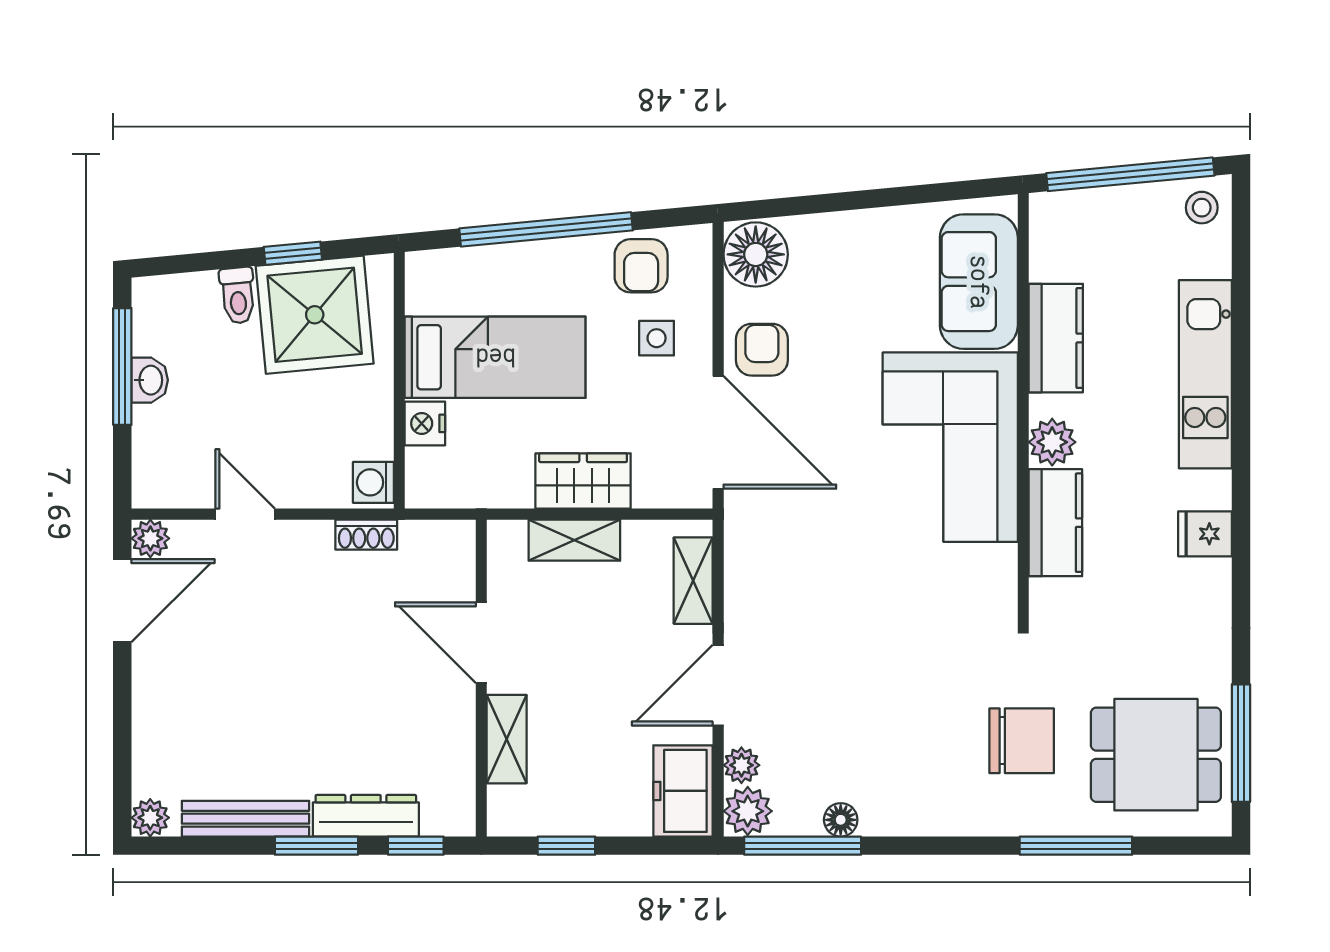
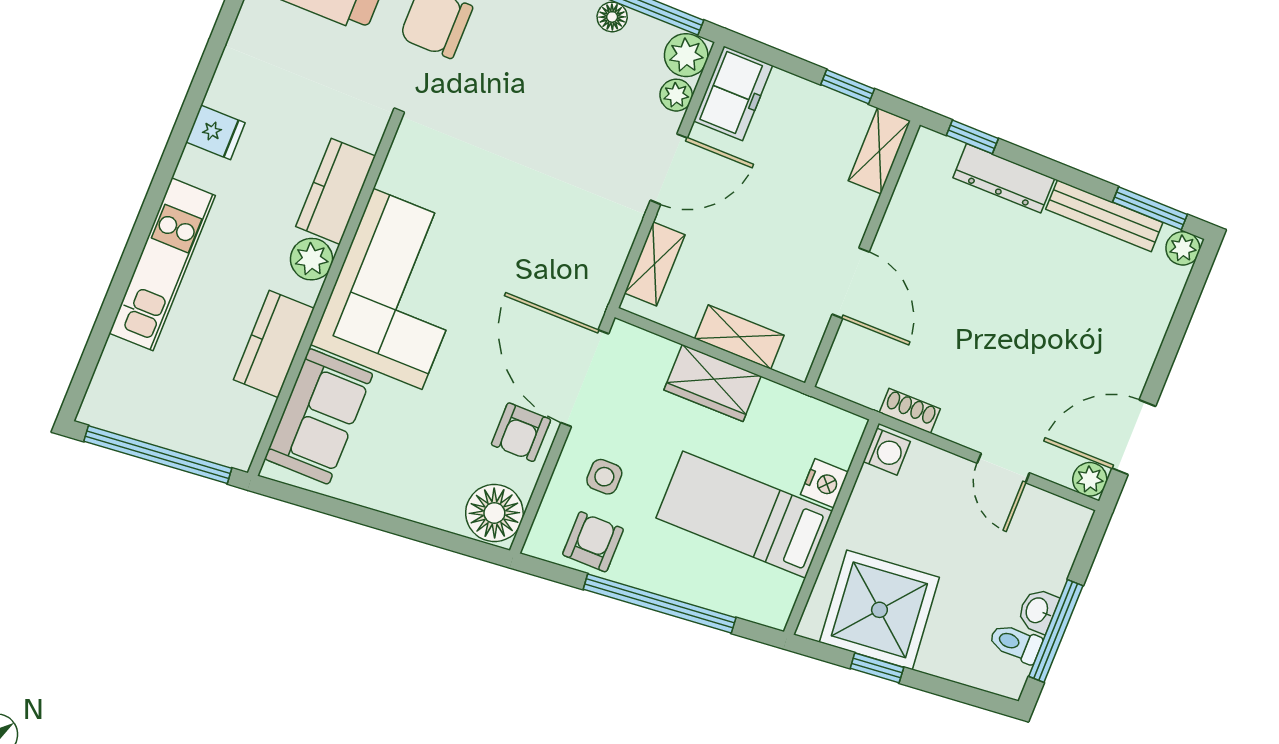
stool: (1202, 208) -> (110, 403), removed
toilet: (238, 295) -> (1016, 643), moved, turned -85
shelving: (507, 739) -> (879, 151), moved
window: (316, 846) -> (1150, 208), moved

